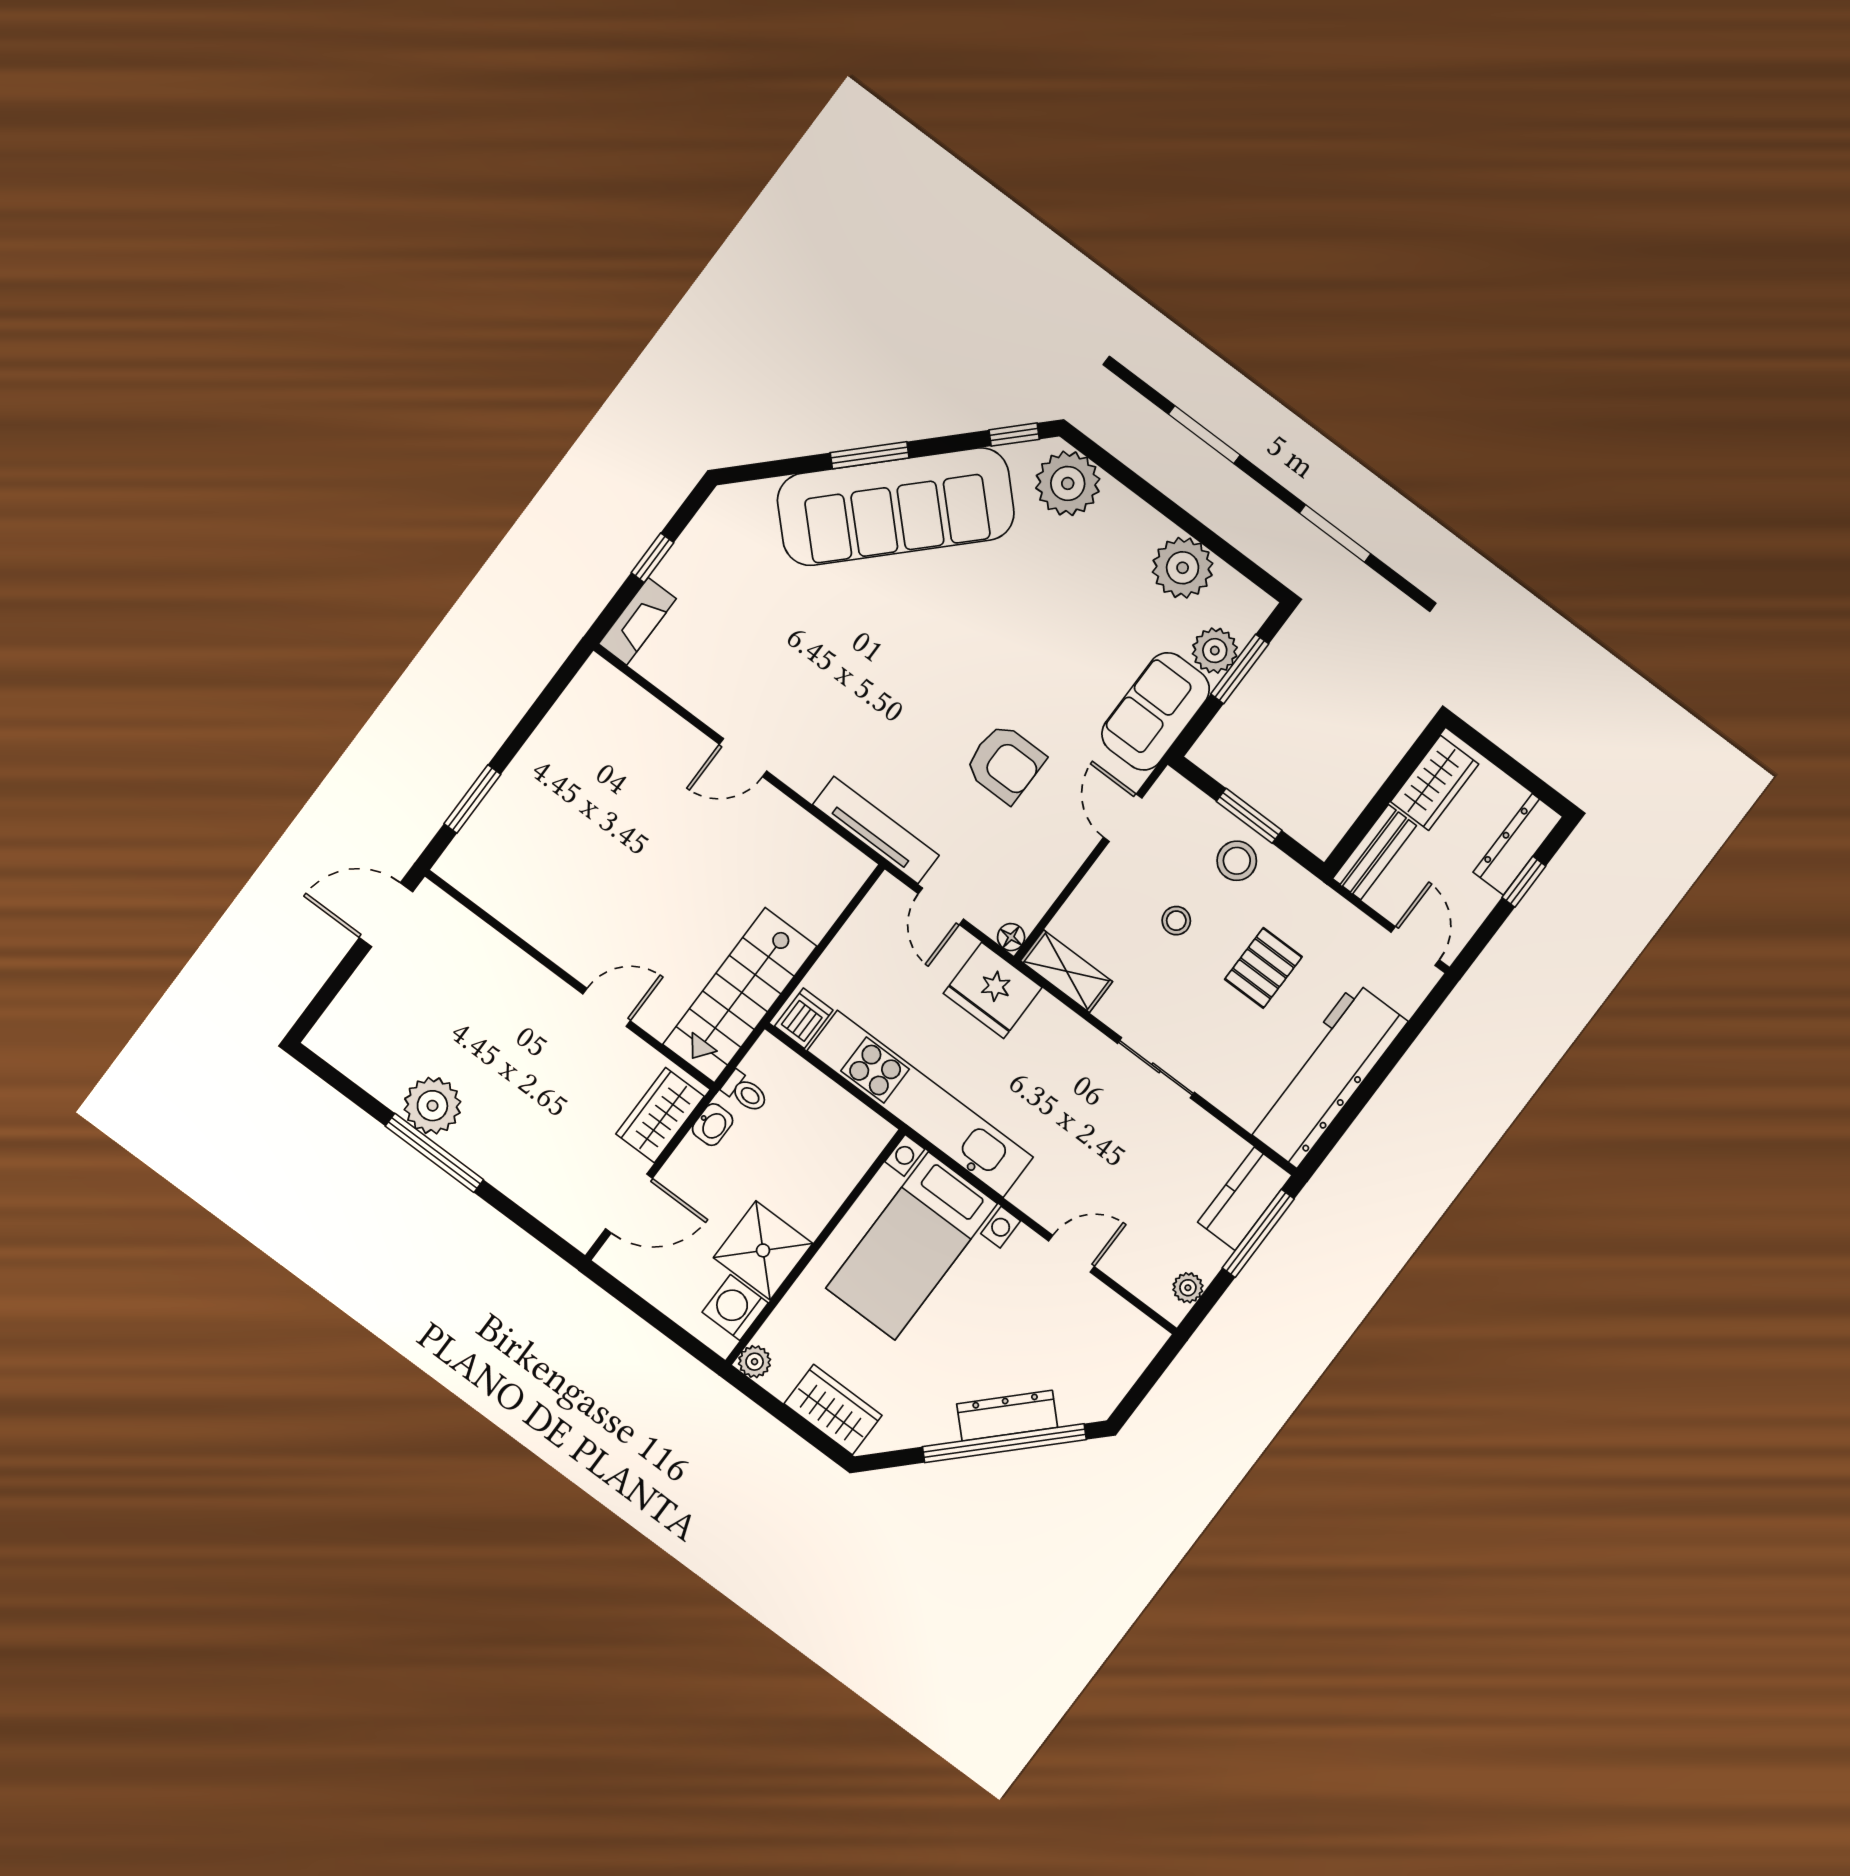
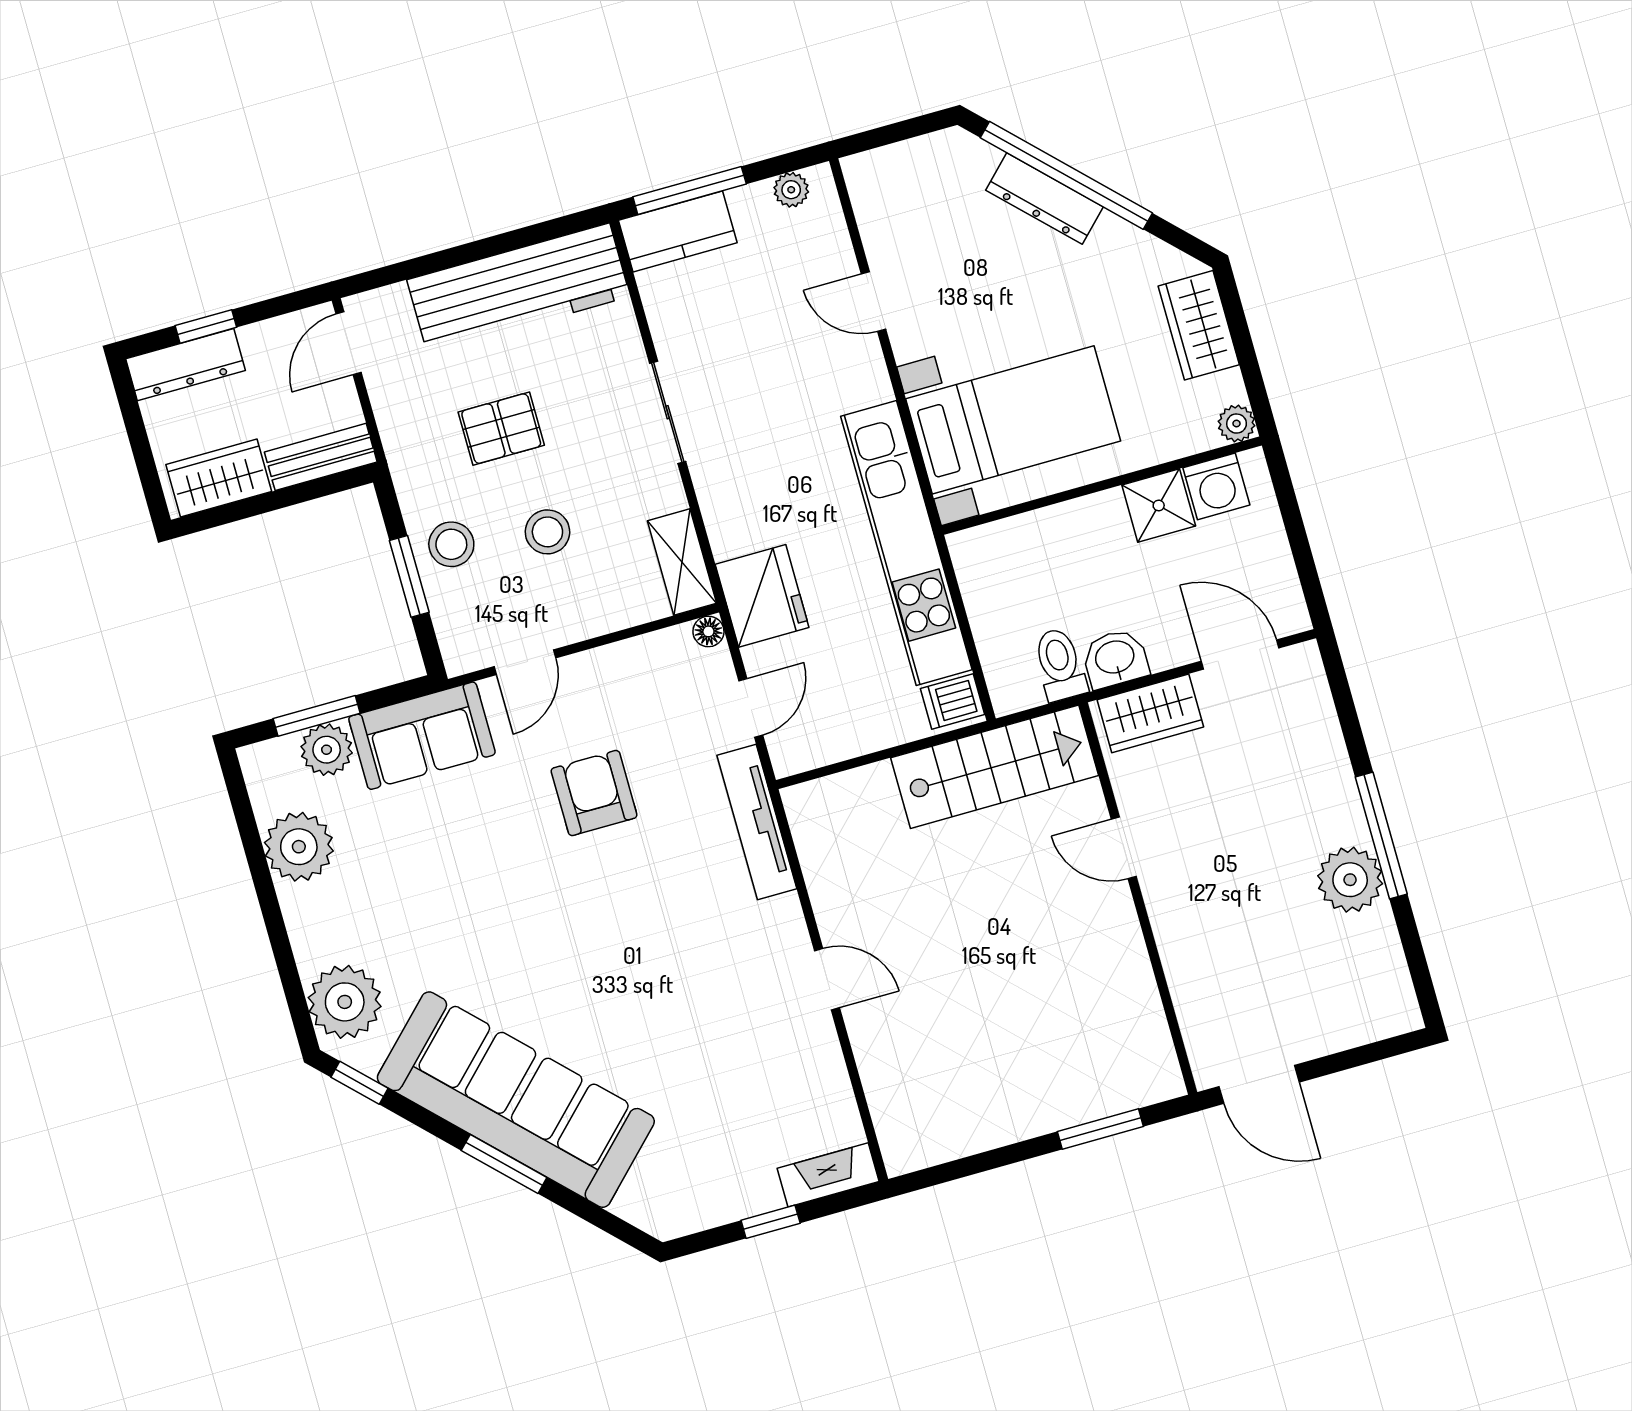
stool: (1176, 921) -> (547, 532), width x1.37, depth x1.37
toilet: (745, 1092) -> (1060, 664), width x1.37, depth x1.39
washbasin: (713, 1125) -> (1115, 658), width x1.38, depth x1.45
shower: (763, 1250) -> (1159, 505), width x0.73, depth x0.73

